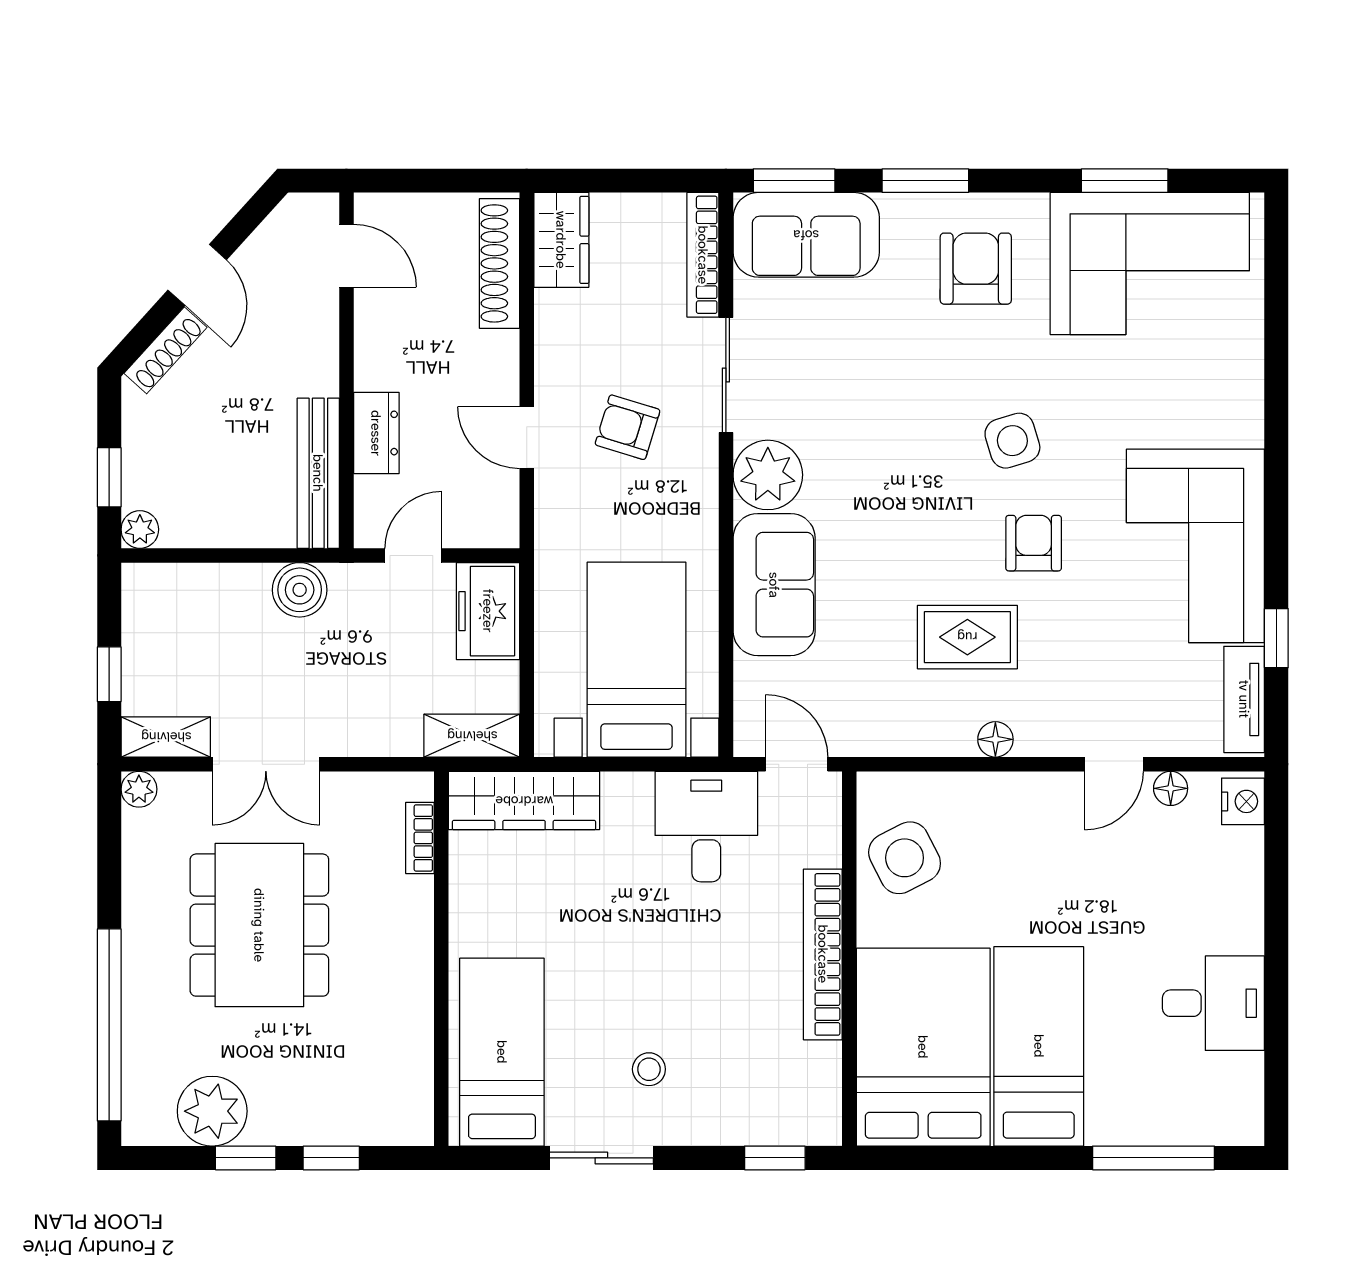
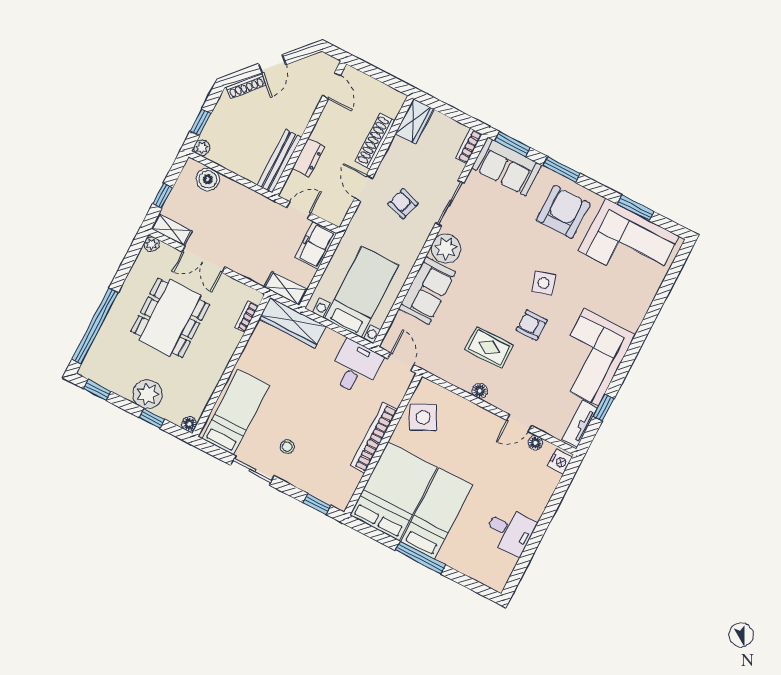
bookcase: (703, 255) -> (469, 146), width x0.64
shoe rack: (500, 263) -> (375, 141), moved
armchair: (976, 269) -> (563, 212), width x1.36, depth x1.36
armchair: (1034, 543) -> (532, 325), turned -90
boiler: (300, 590) -> (208, 179), moved
plant: (212, 1111) -> (148, 394), moved
floor lamp: (417, 1129) -> (189, 424), added
window: (246, 1158) -> (97, 390), moved
window: (1153, 1158) -> (421, 558), moved

